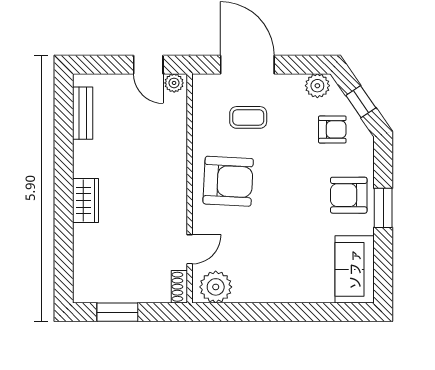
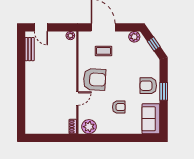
door: (148, 65) -> (41, 27), moved
armchair: (332, 129) -> (119, 107), moved
wardrobe: (85, 200) -> (31, 88), removed
door: (190, 249) -> (77, 98), moved
window: (117, 312) -> (45, 138), removed

